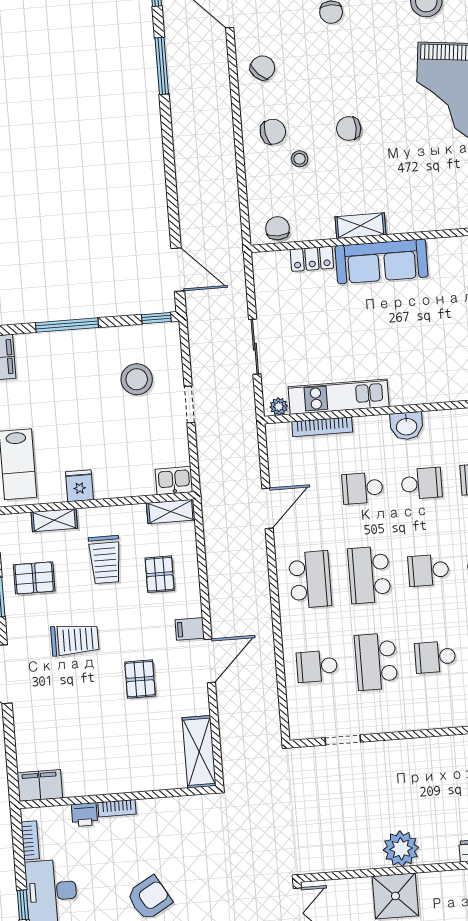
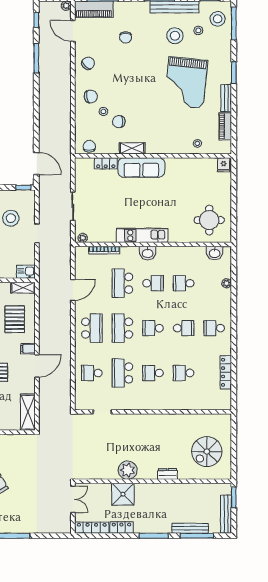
chair: (349, 129) -> (119, 122), moved
kitchen unit: (339, 397) -> (142, 235), moved
school desk: (362, 488) -> (122, 283), width x1.85
pallet: (160, 574) -> (15, 319), width x1.50, depth x1.42

